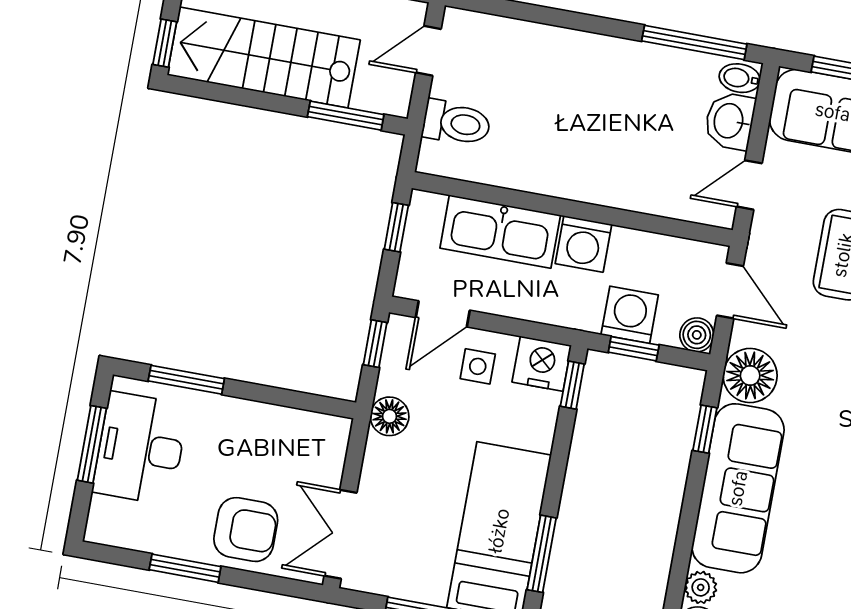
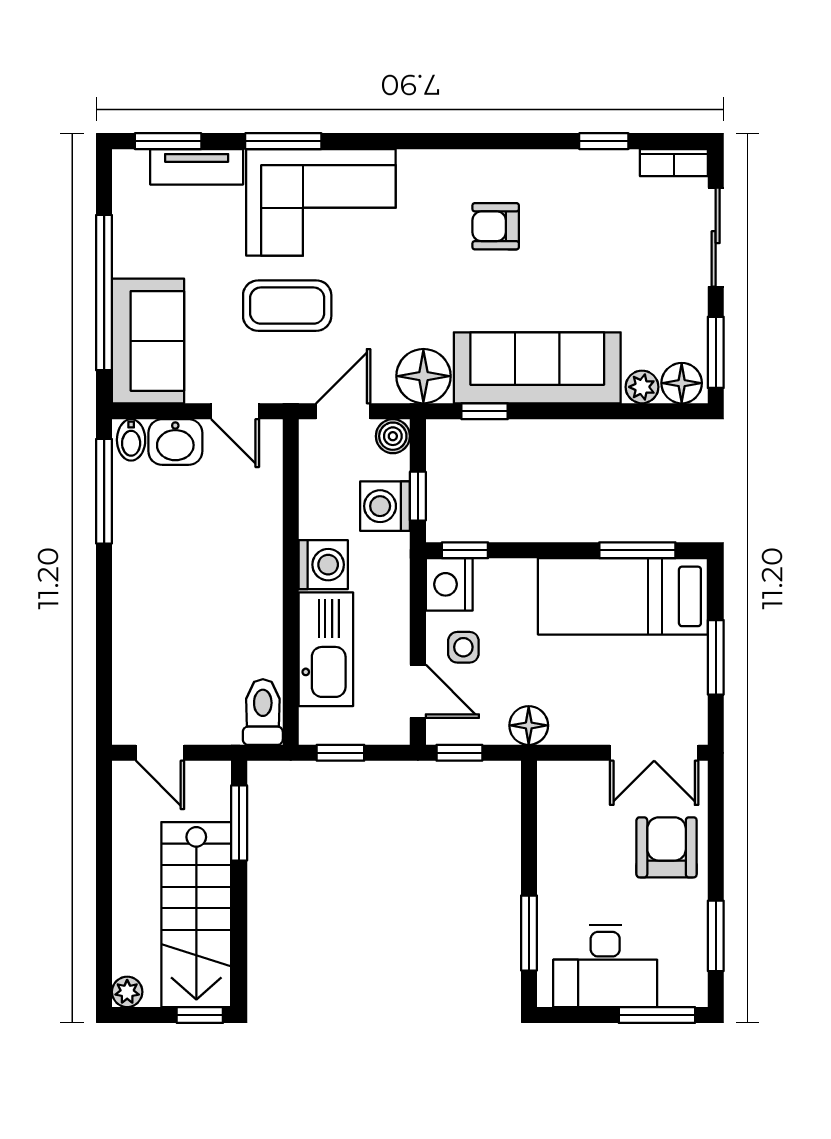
toilet: (456, 123) -> (263, 712), moved
window: (92, 444) -> (657, 1015), moved
window: (185, 568) -> (716, 936), moved

